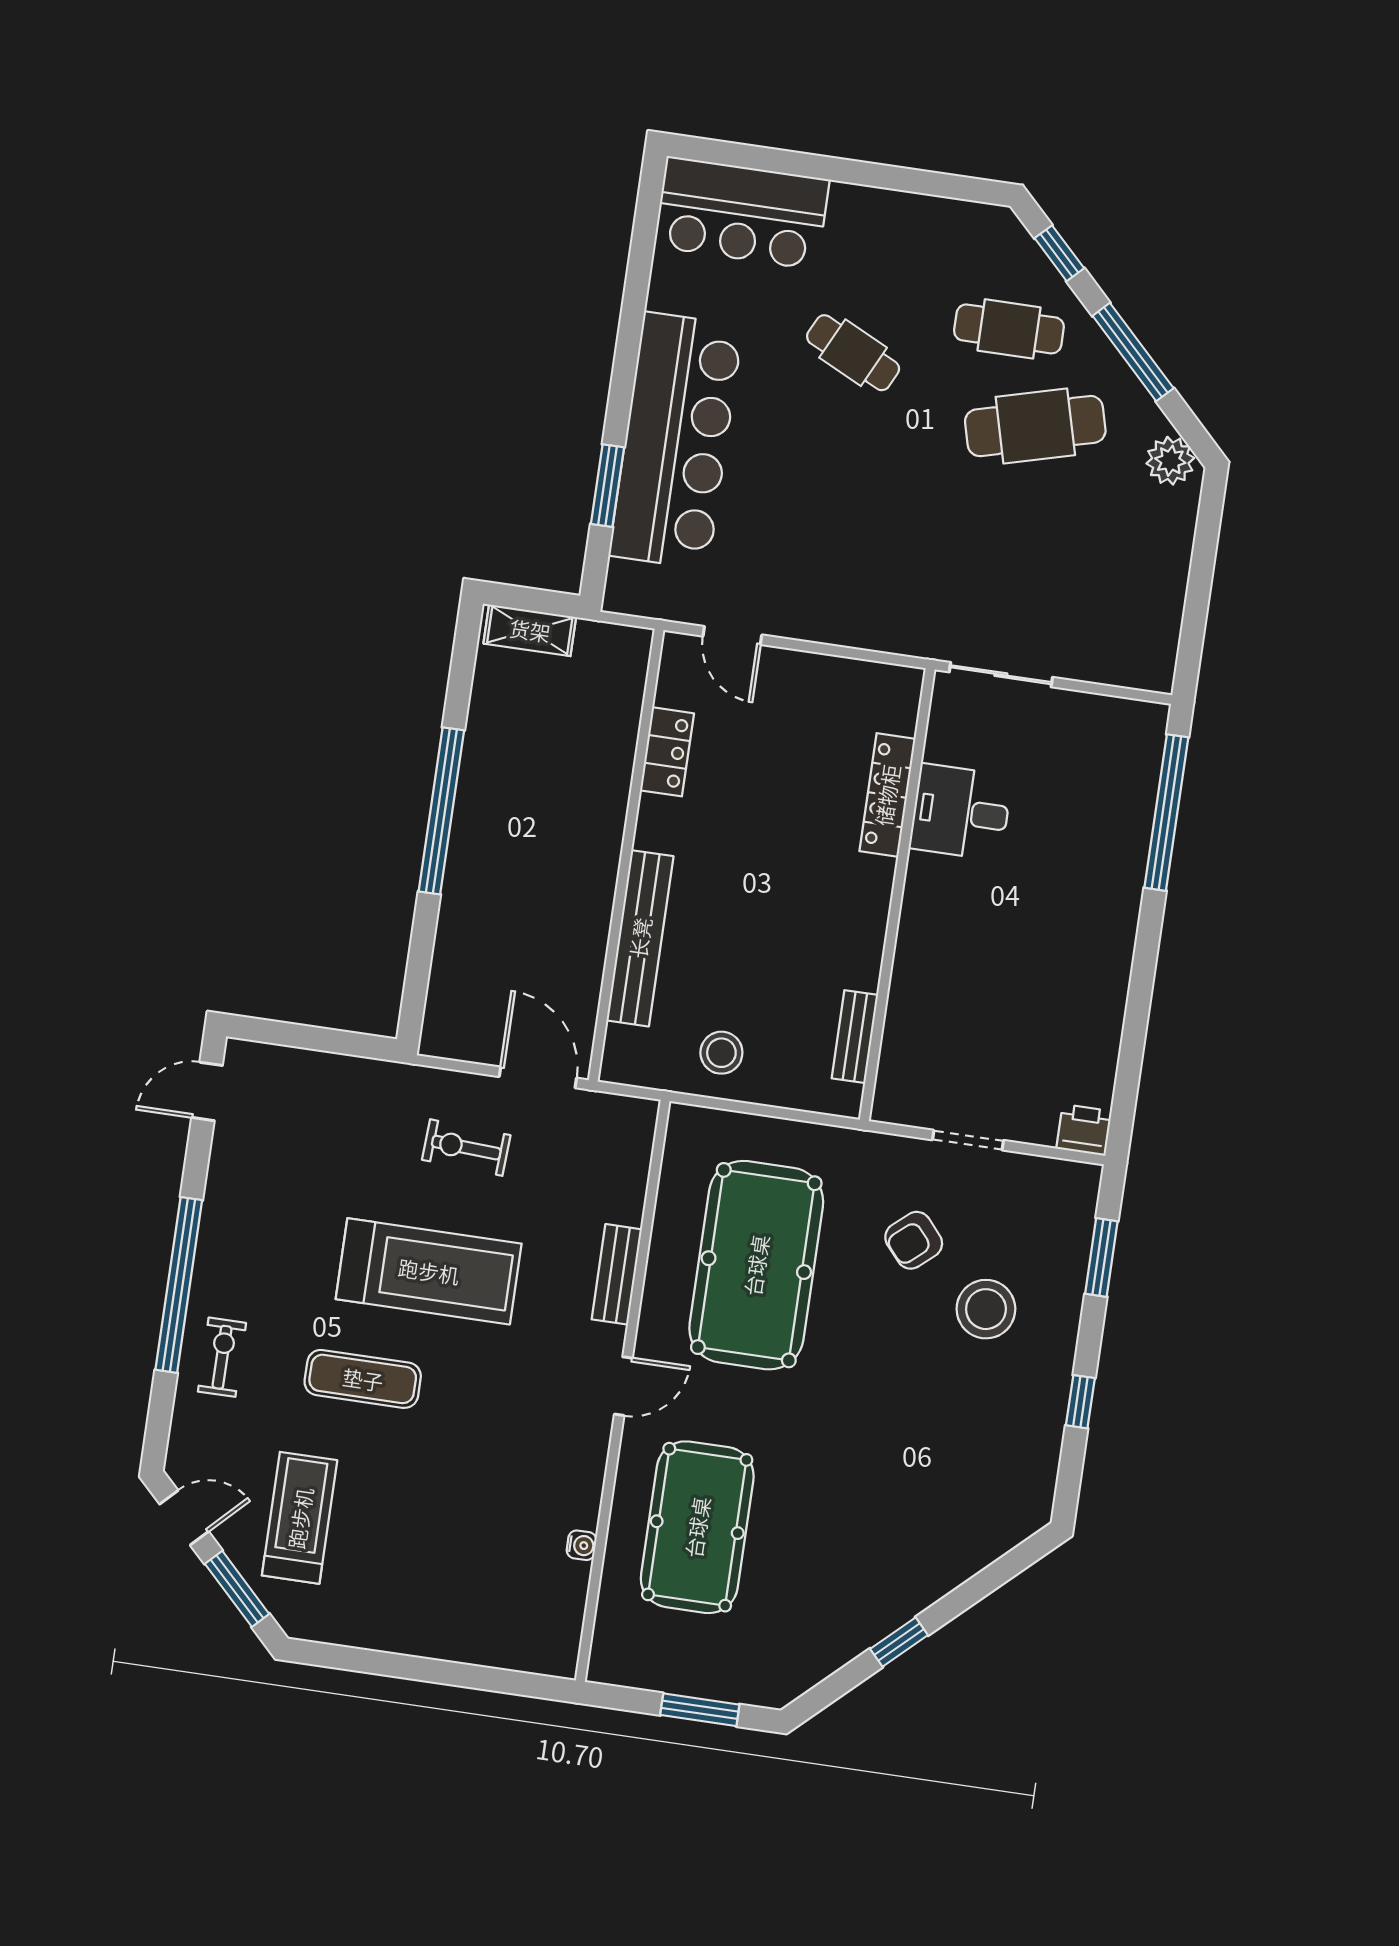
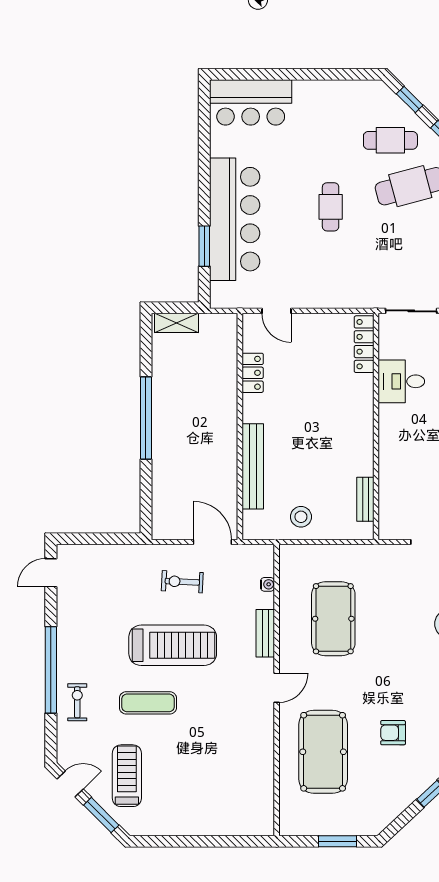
cafe table: (853, 353) -> (331, 207), moved, turned 64
locker: (887, 795) -> (364, 344), moved
armchair: (914, 1240) -> (393, 733), moved, turned 41
pool table: (756, 1265) -> (333, 619), width x0.73, depth x0.76
water cooler: (582, 1545) -> (267, 584), moved

